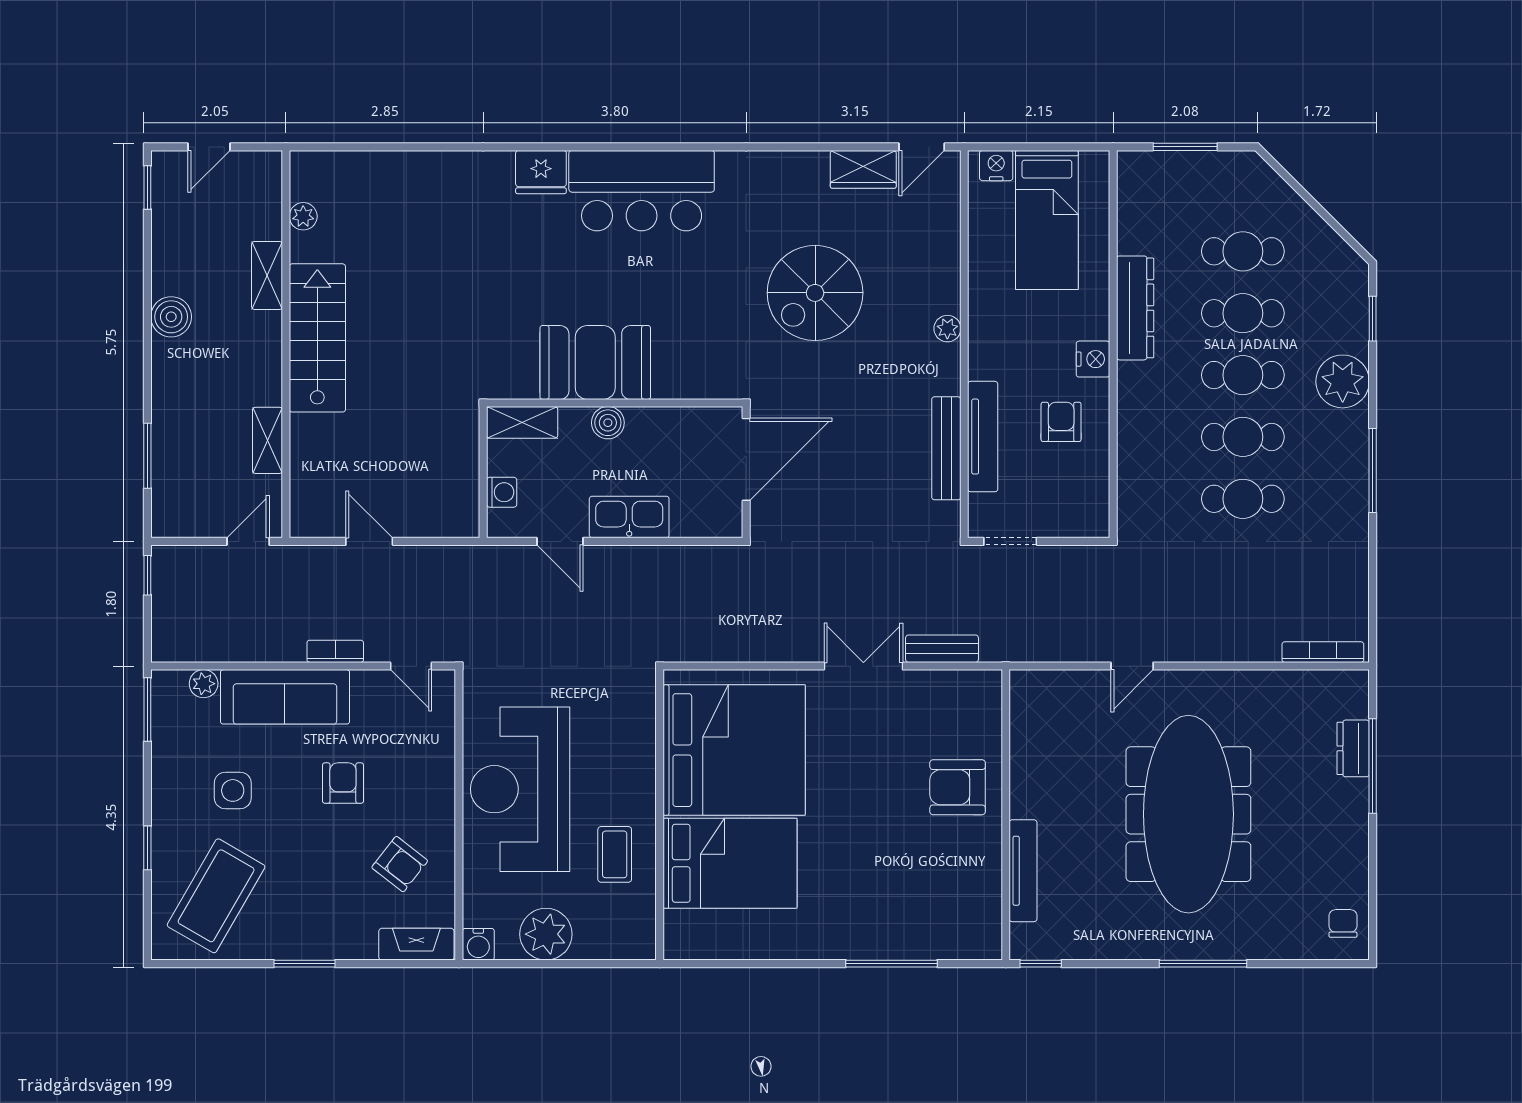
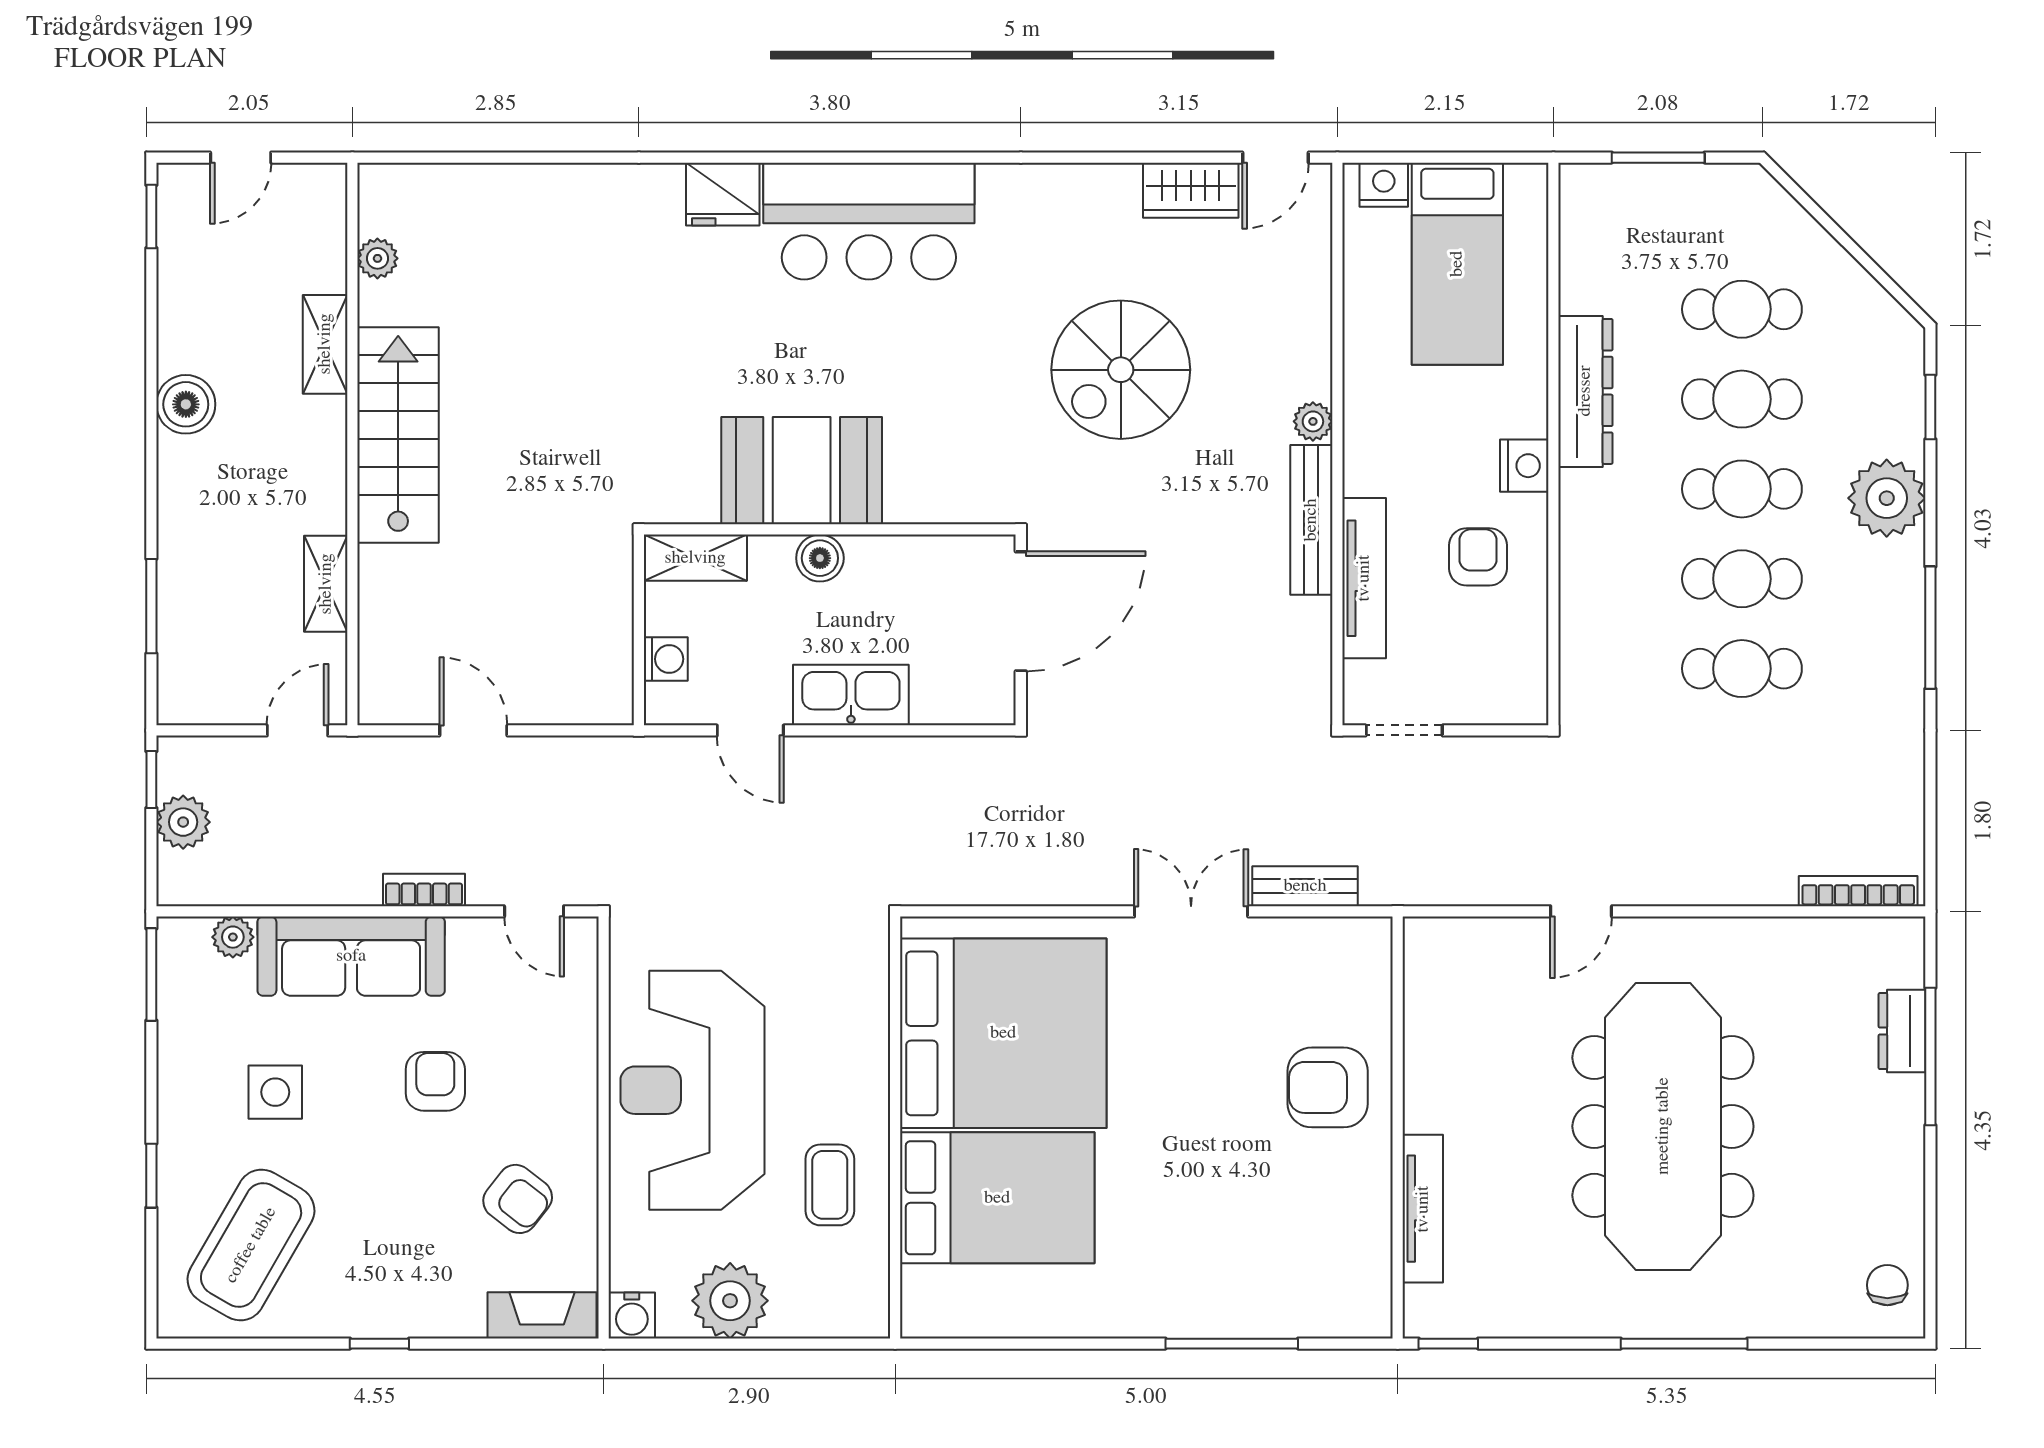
bench: (946, 448) -> (1311, 520), moved
plant: (169, 604) -> (183, 822), added
window: (304, 964) -> (379, 1344), width x0.67

